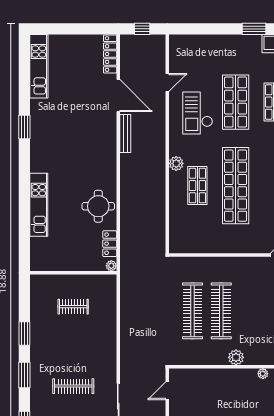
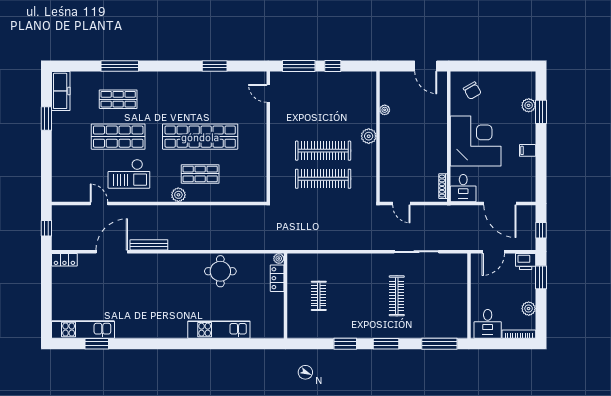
locker: (110, 54) -> (64, 260), width x0.66
window: (24, 127) -> (97, 344), moved
locker: (110, 244) -> (277, 278), moved, turned 90

